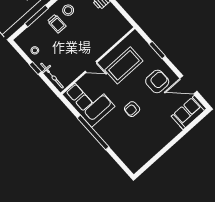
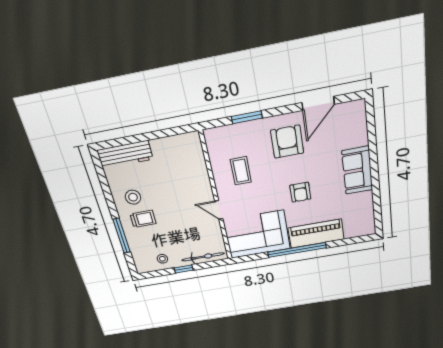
coffee table: (124, 65) -> (241, 171), width x0.54, depth x0.58
door: (91, 67) -> (219, 210), swing flipped
sofa: (189, 112) -> (357, 170), moved
piano: (111, 137) -> (316, 234), added

